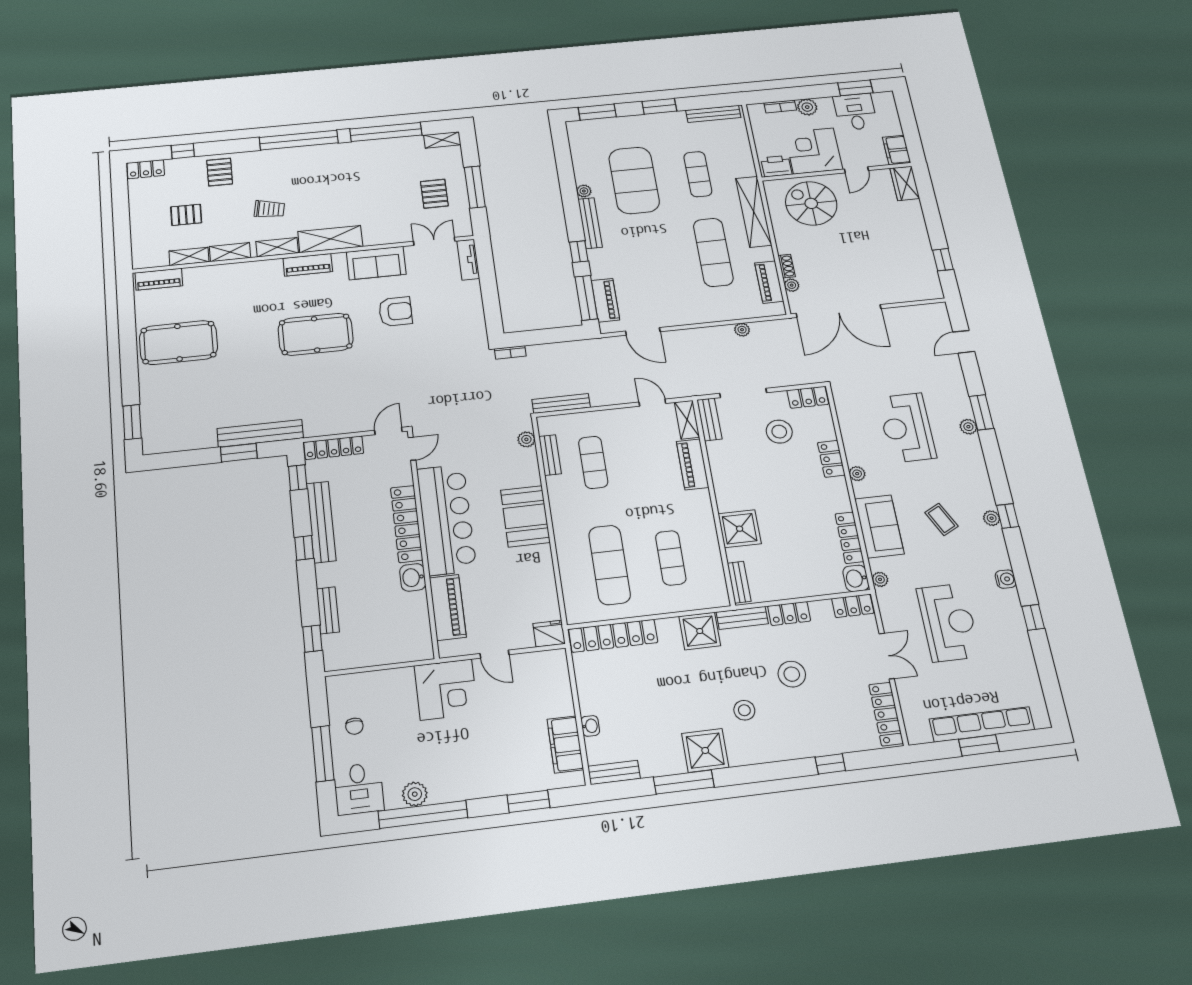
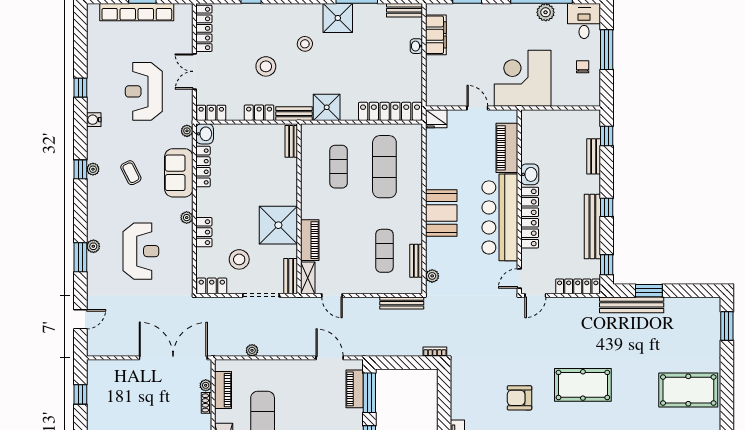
shower: (740, 529) -> (278, 225), moved, width x1.37, depth x1.37
corner desk: (446, 690) -> (523, 78), width x1.36, depth x1.36

